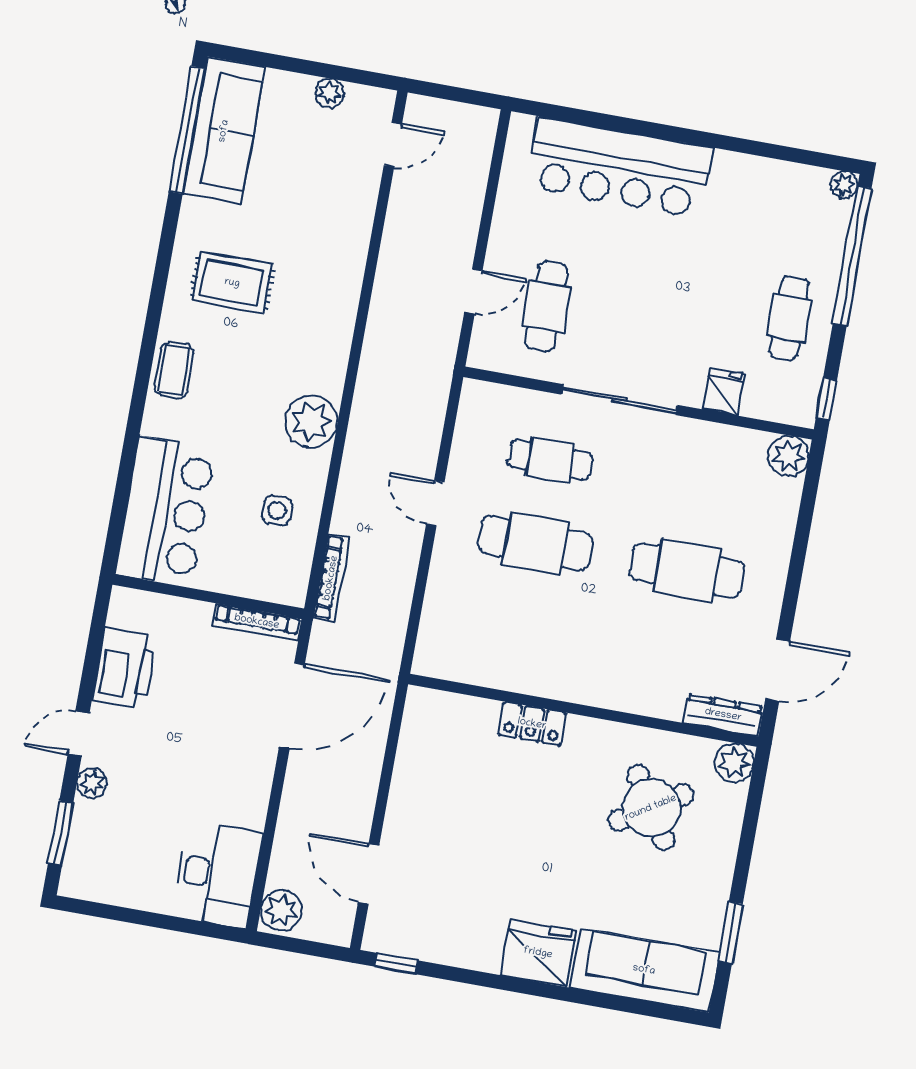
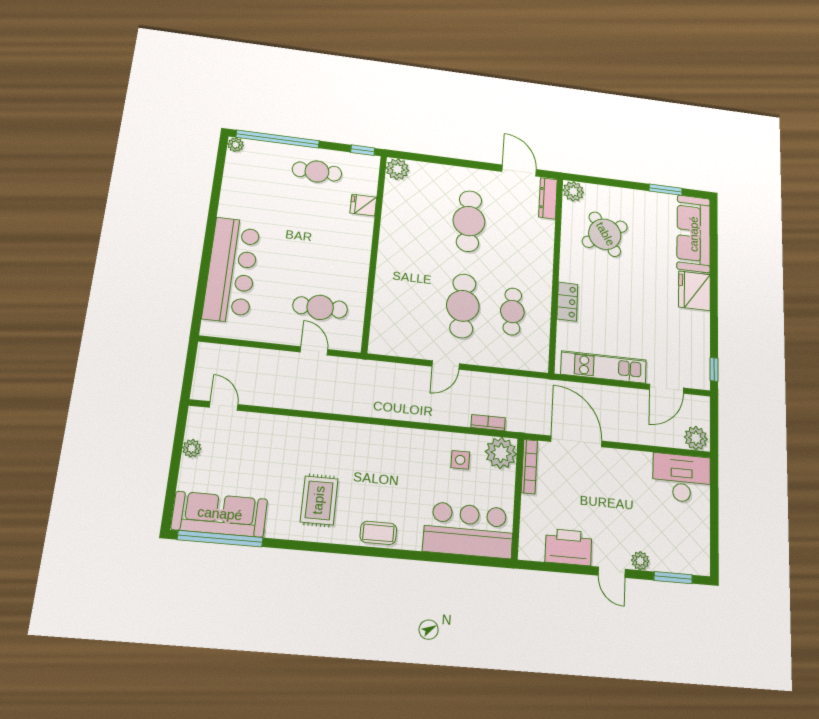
sliding door: (619, 400) -> (373, 263), removed
plant: (311, 422) -> (501, 453), moved
cafe table: (550, 460) -> (512, 311), moved
bookcase: (331, 578) -> (488, 423), width x0.64
kitchen unit: (414, 770) -> (604, 367), added

